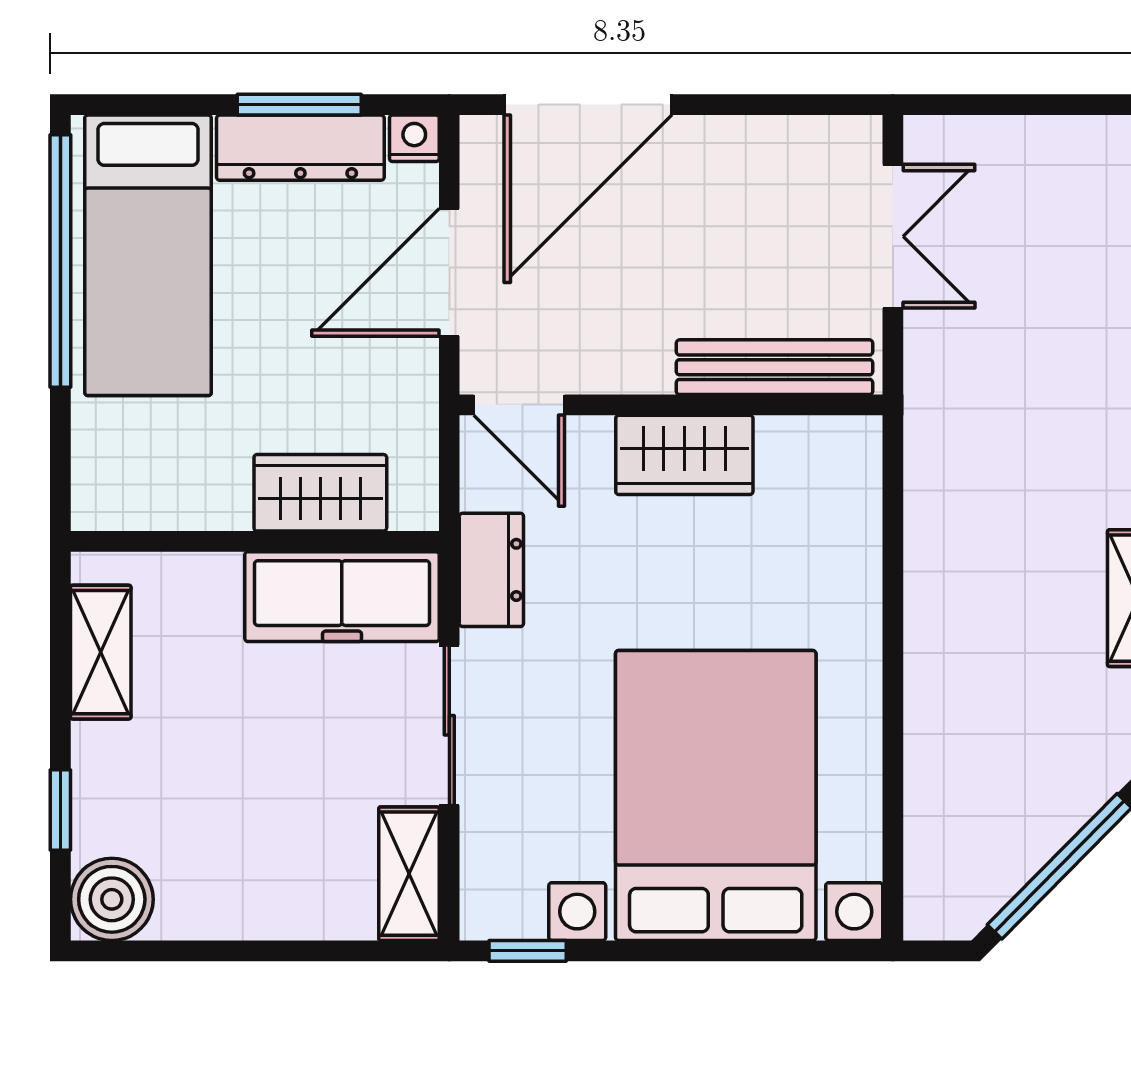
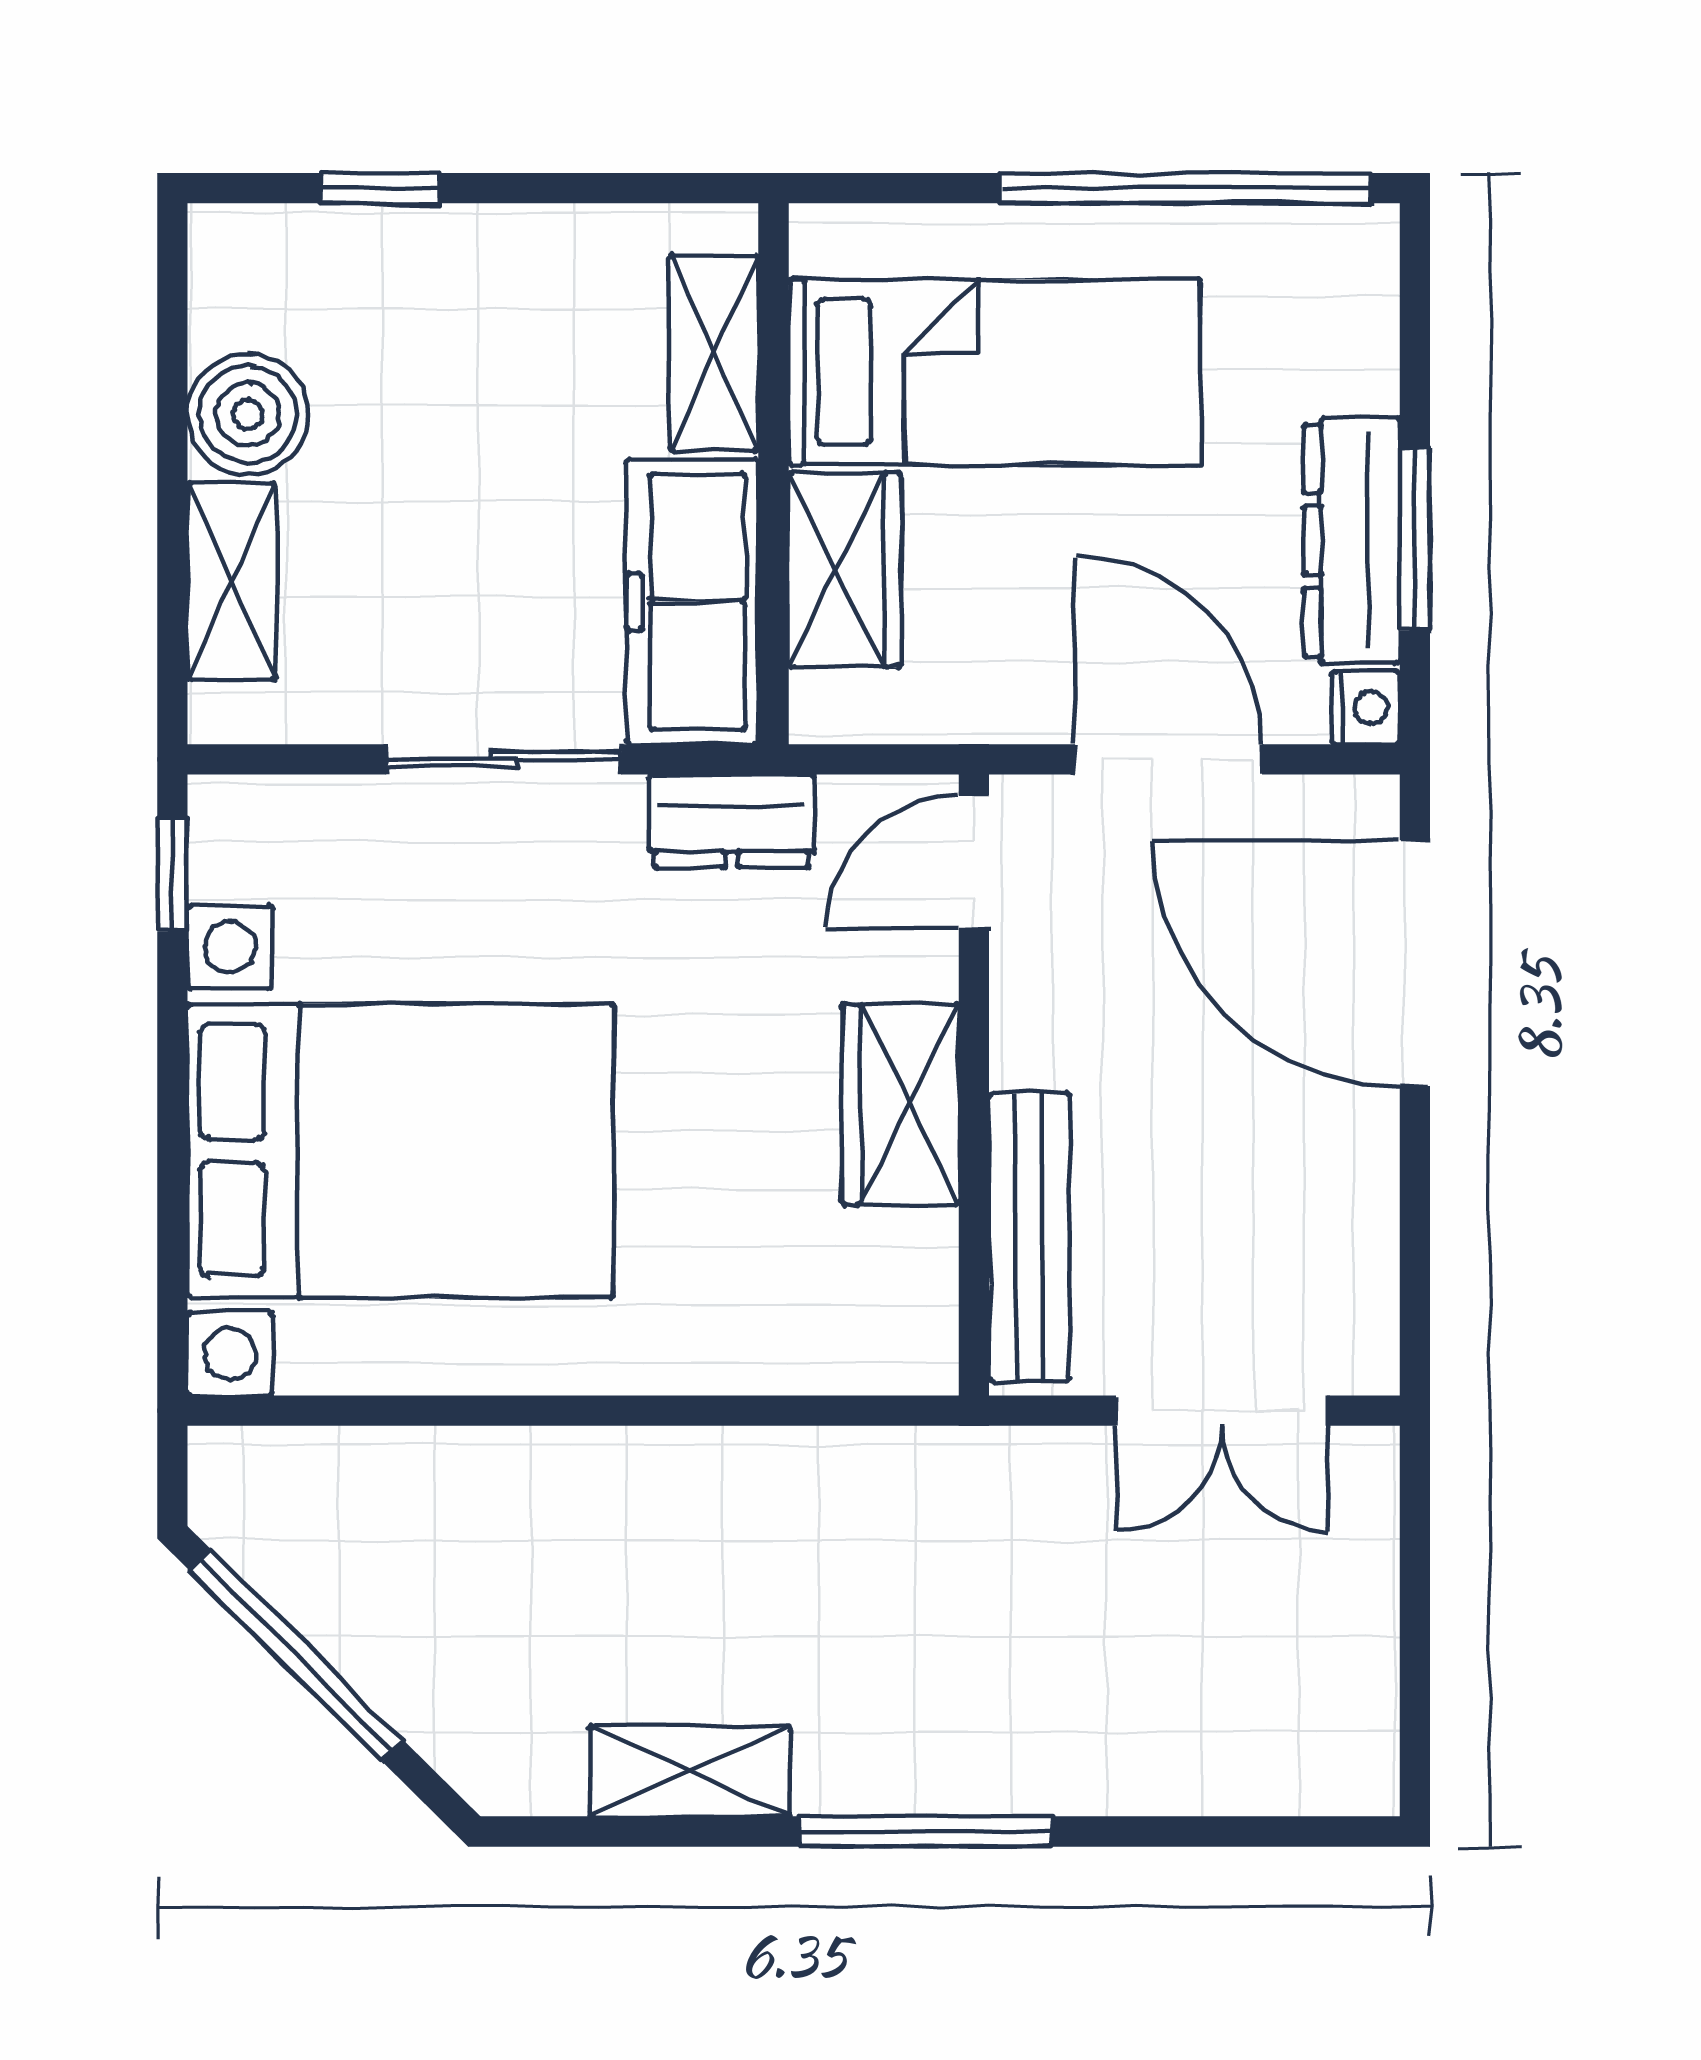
bed: (148, 255) -> (995, 372), moved, turned 180
shelving: (101, 652) -> (714, 353), moved, turned 90
shelving: (409, 874) -> (232, 581), moved, turned 90
boiler: (112, 899) -> (248, 414), moved

